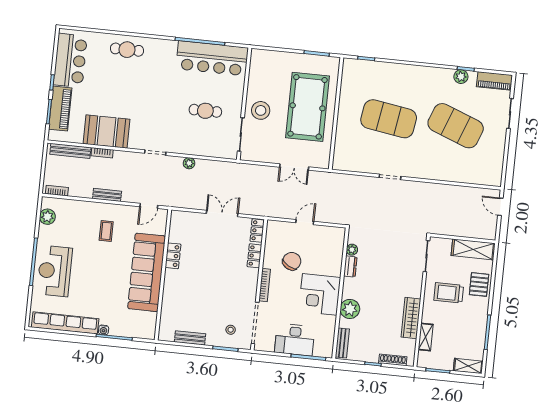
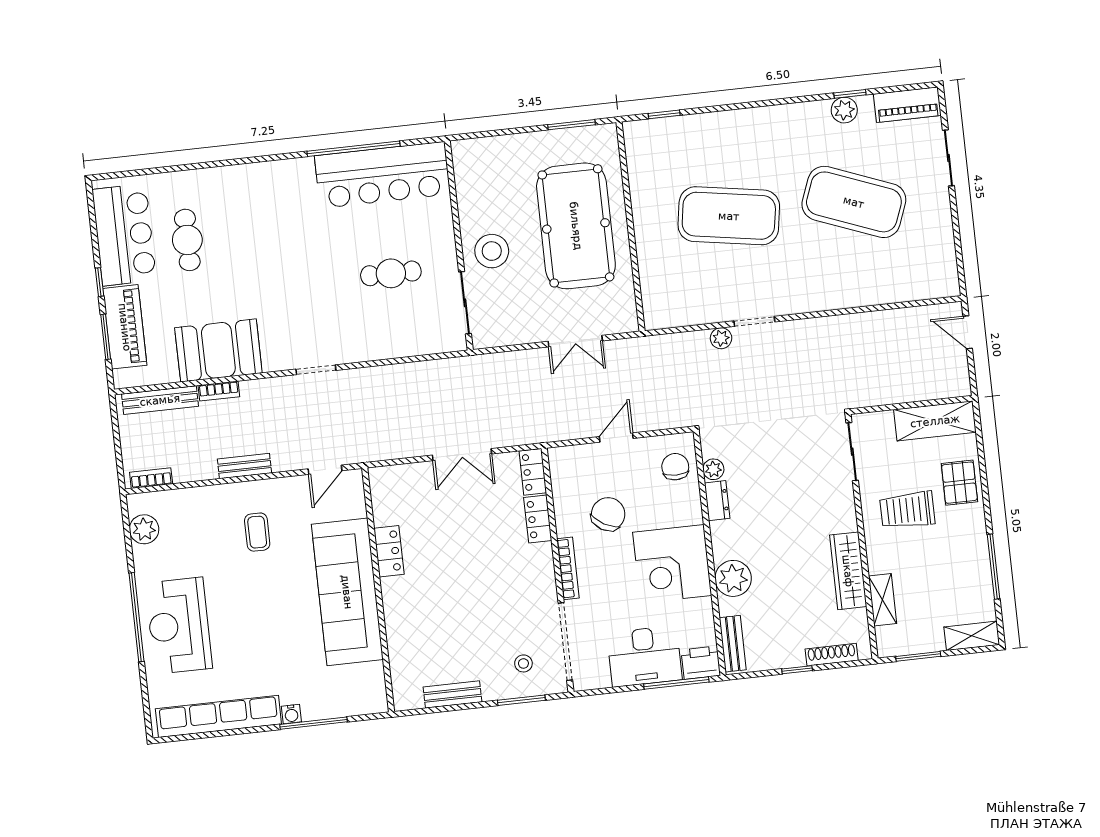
cafe table: (127, 50) -> (187, 240), moved, turned 90
plant: (189, 163) -> (721, 338), moved
double door: (222, 214) -> (462, 455), swing flipped
chair: (332, 244) -> (675, 467), added
printer: (323, 349) -> (701, 663), added

